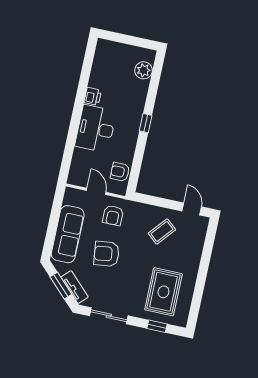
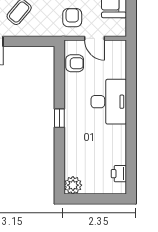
plant: (144, 70) -> (73, 185), moved
printer: (93, 96) -> (119, 174), moved

